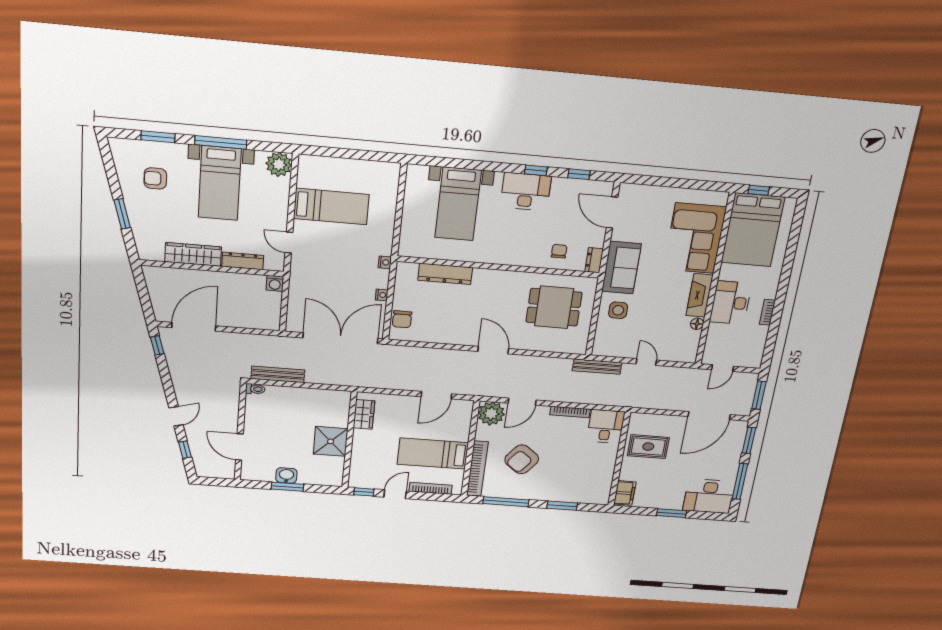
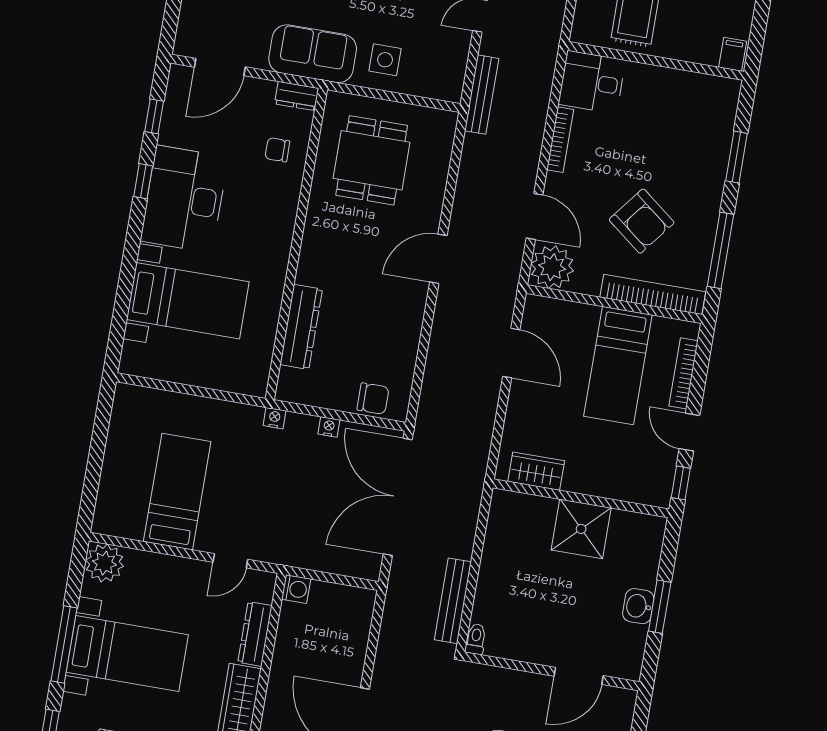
desk: (526, 192) -> (184, 199), width x1.36, depth x1.30
filing cabinet: (625, 493) -> (733, 54), width x0.50

